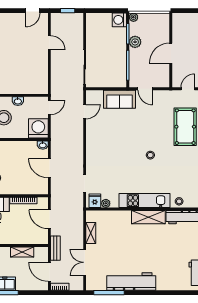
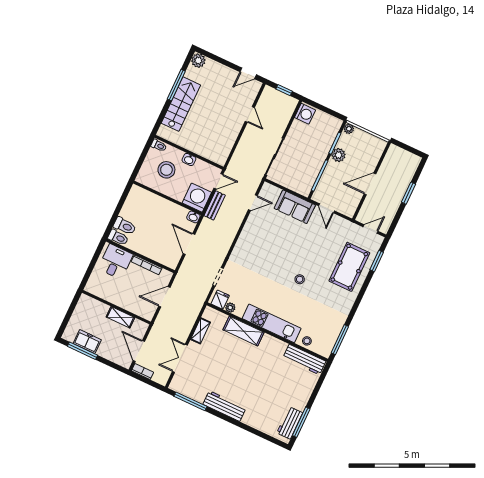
washing machine: (119, 20) -> (305, 114), moved, turned 180
shelving: (148, 217) -> (244, 331), moved
door: (49, 219) -> (164, 297), hinge flipped
bench: (55, 248) -> (215, 205), moved
workbench: (131, 282) -> (224, 406), width x0.73, depth x0.76

